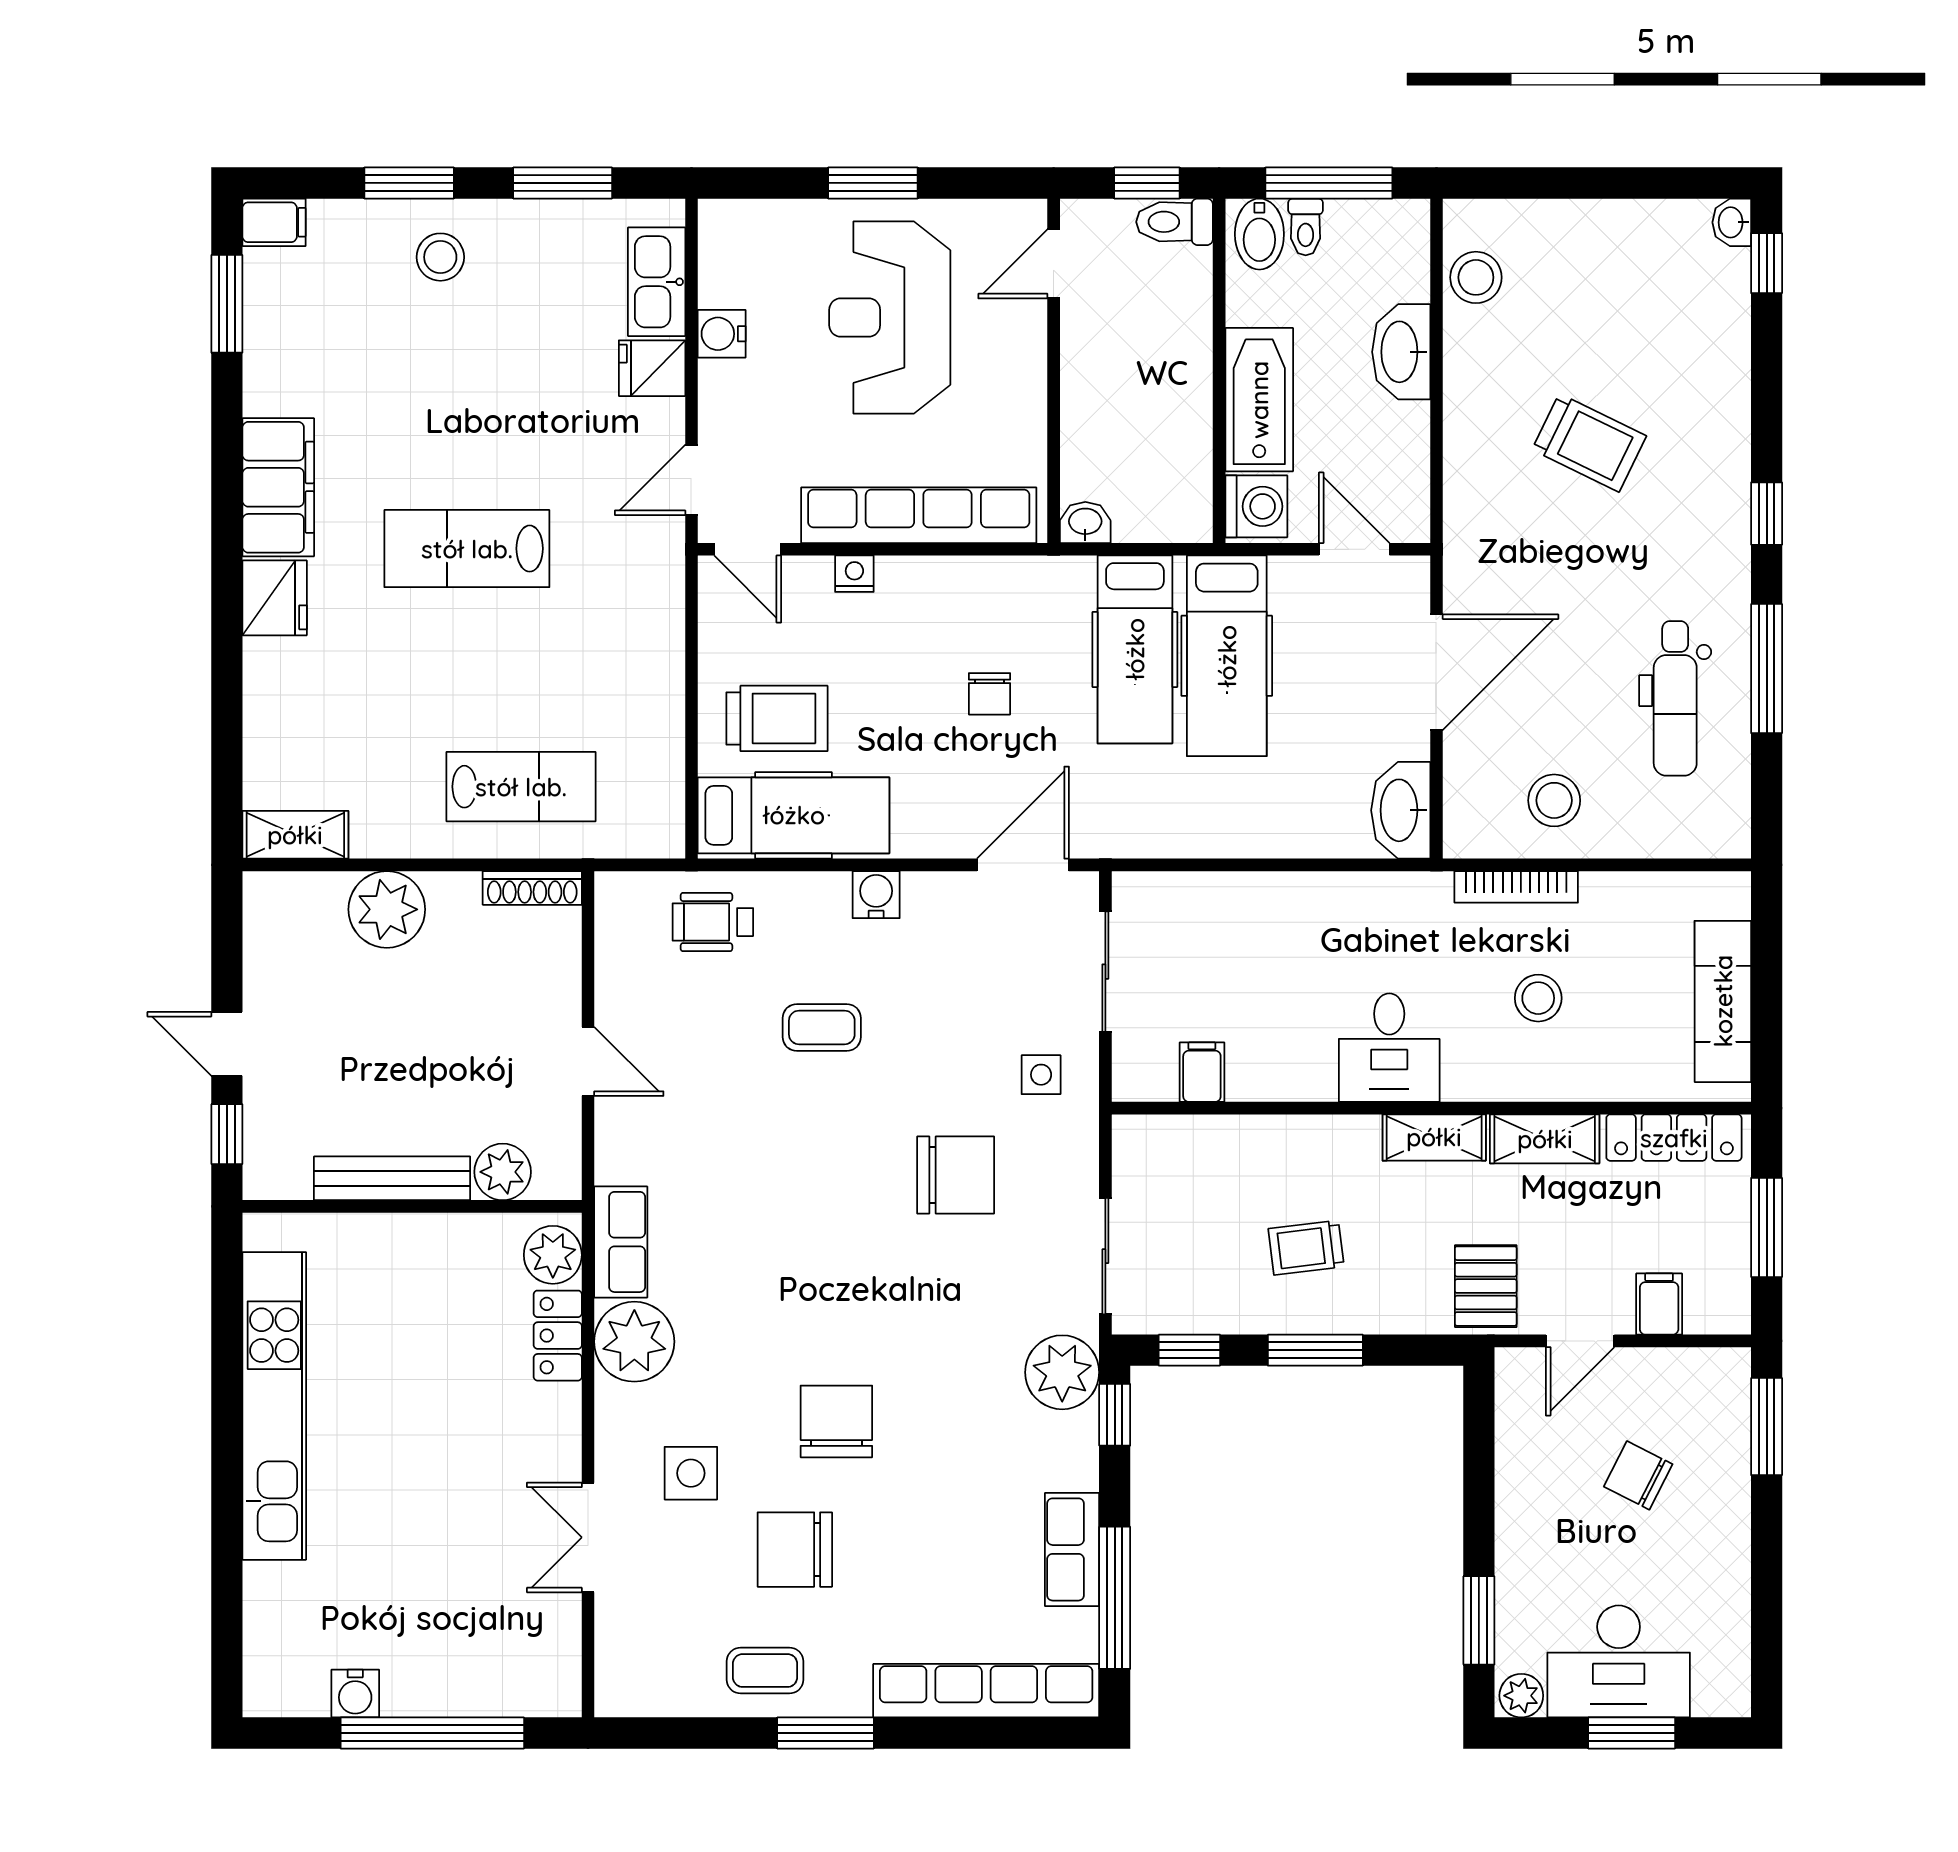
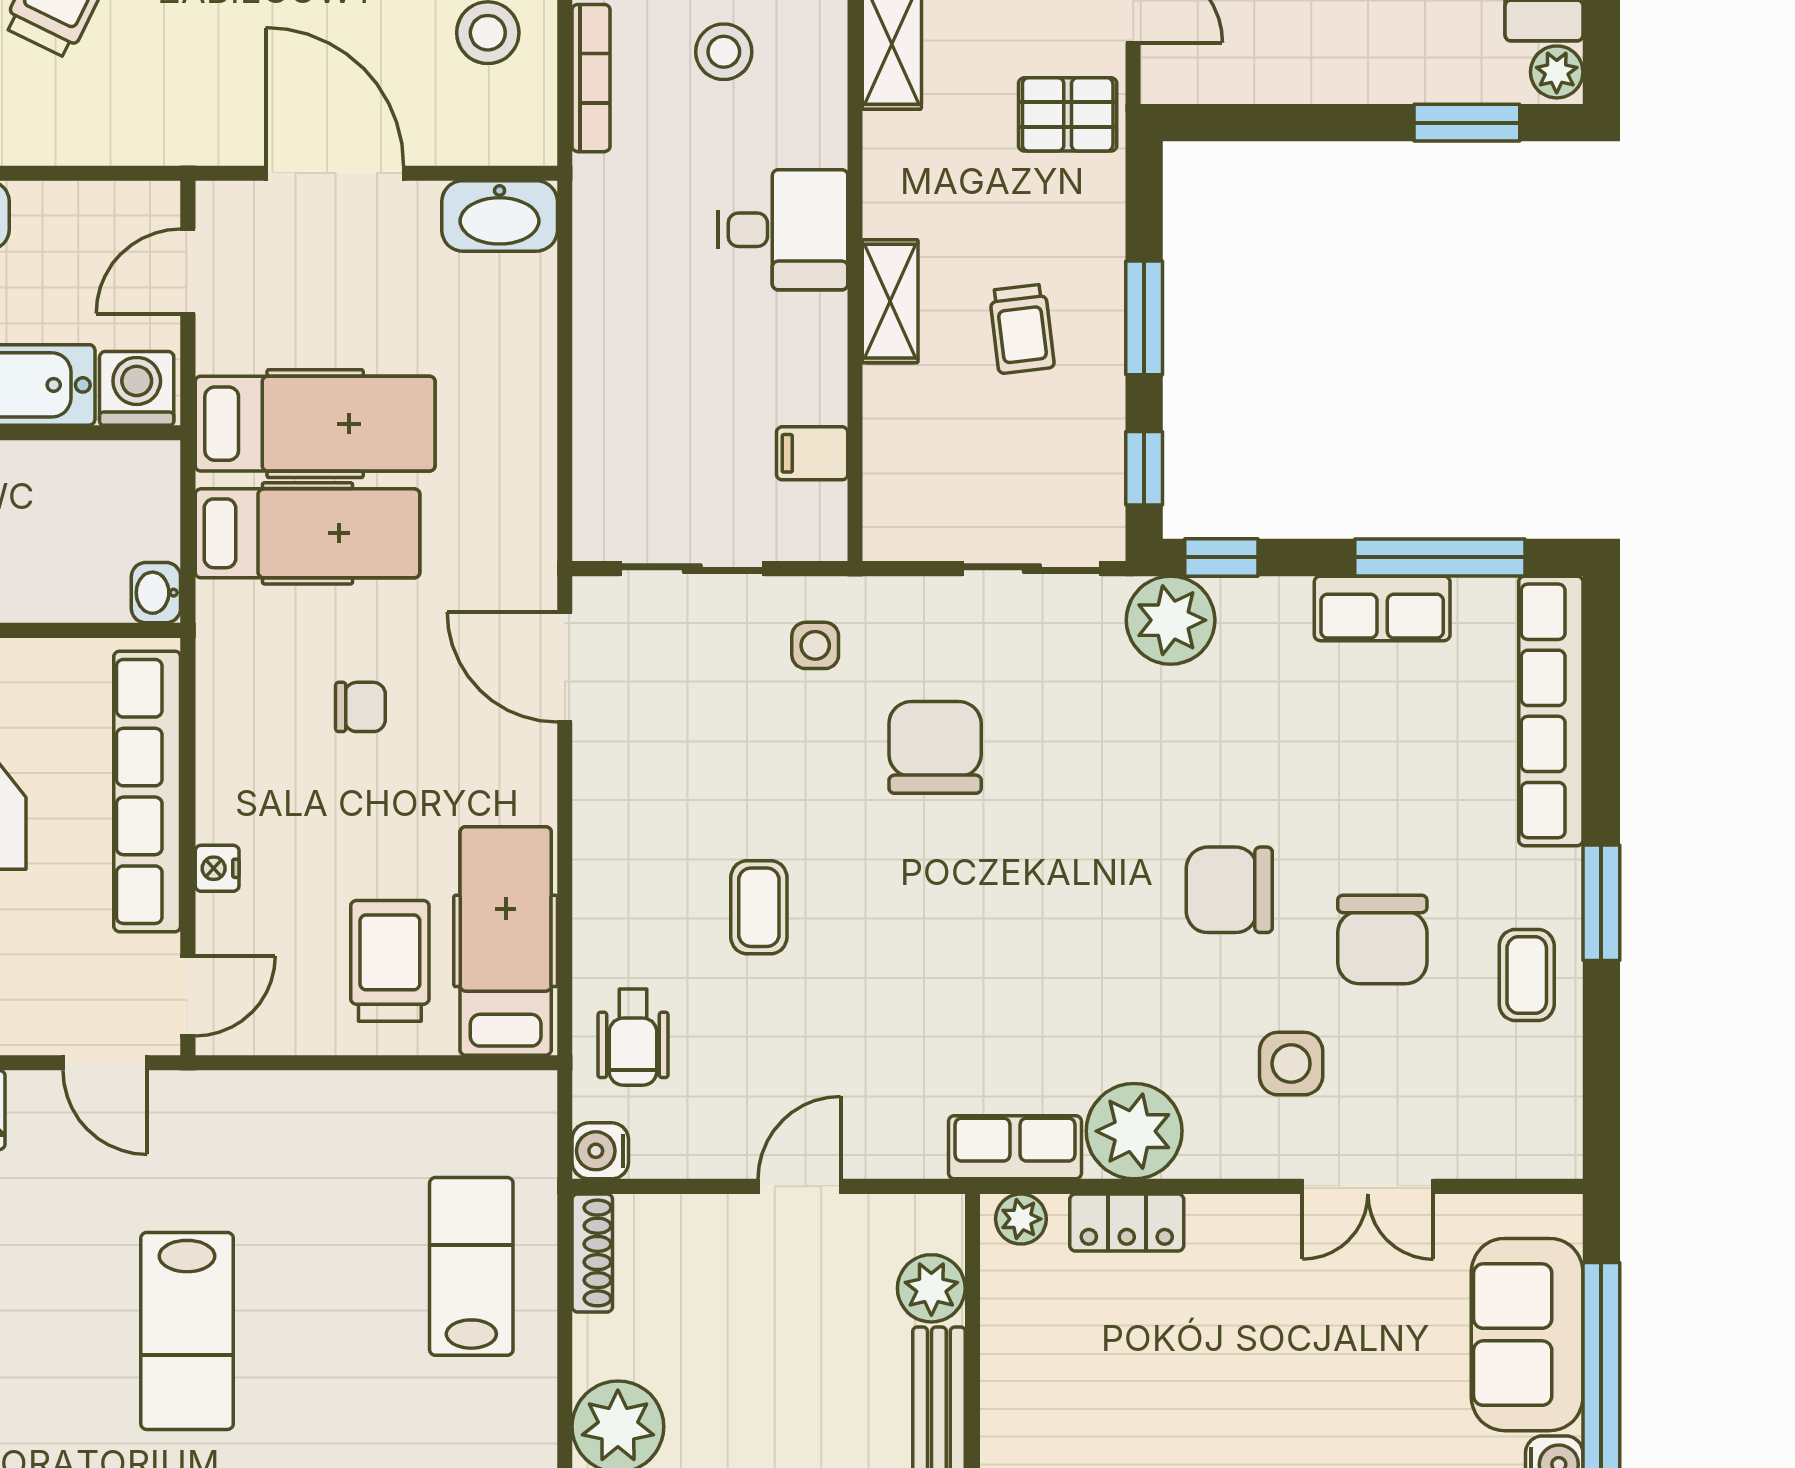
water cooler: (876, 895) -> (600, 1151), moved
shelving: (1434, 1137) -> (890, 301), moved
plant: (553, 1255) -> (1021, 1219), width x0.73, depth x0.73
sofa: (464, 1671) -> (1527, 1335), added

